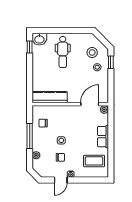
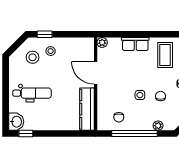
door: (90, 104) -> (96, 73), moved
window: (30, 136) -> (134, 134), width x1.46

